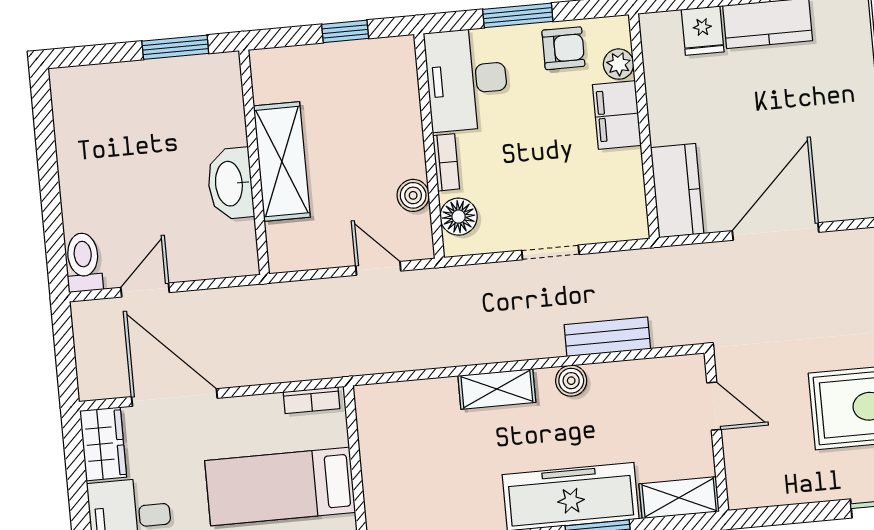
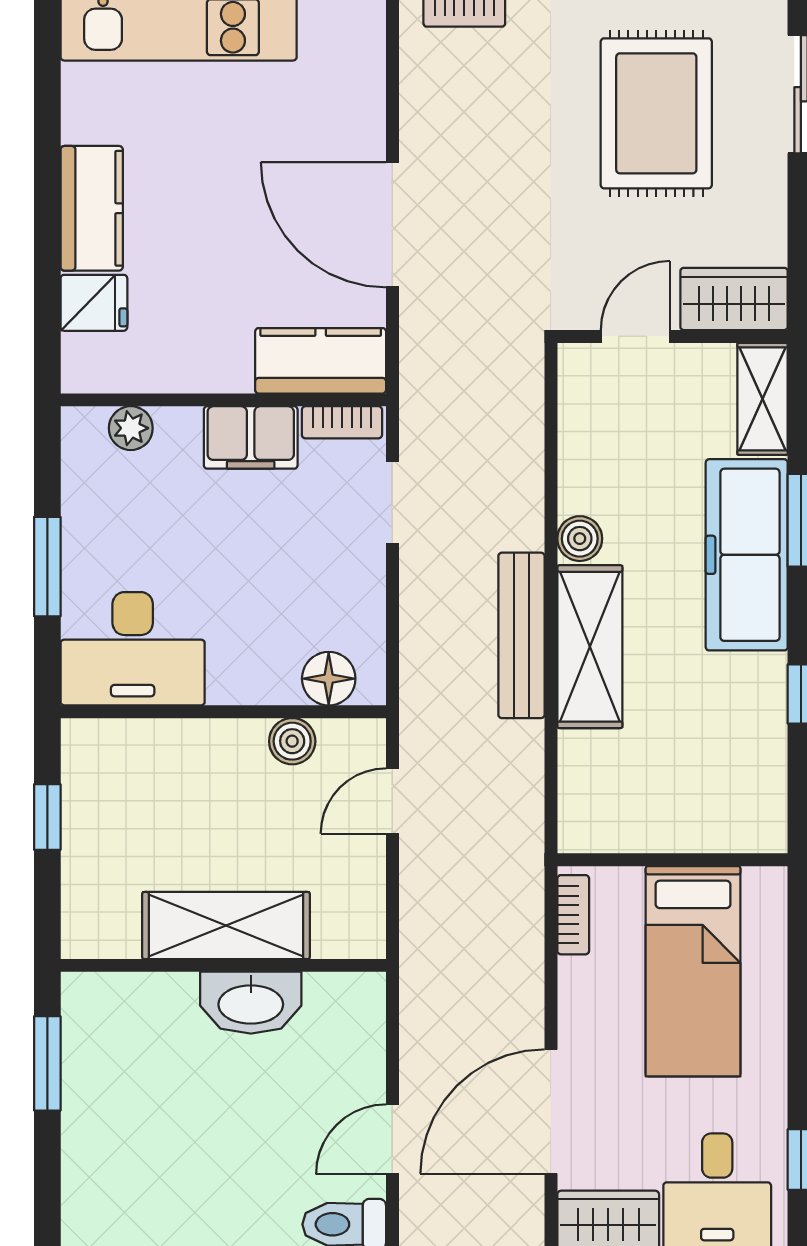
armchair: (563, 48) -> (101, 505), removed
filing cabinet: (617, 115) -> (251, 437), moved
bookcase: (446, 162) -> (342, 422), moved, turned 180
doorway: (550, 252) -> (392, 503), moved
door: (145, 290) -> (392, 1139), hinge flipped
bench: (607, 337) -> (521, 635), moved, width x1.36
shelving: (497, 389) -> (590, 647), width x1.50, depth x1.33
wardrobe: (746, 472) -> (734, 299), added

